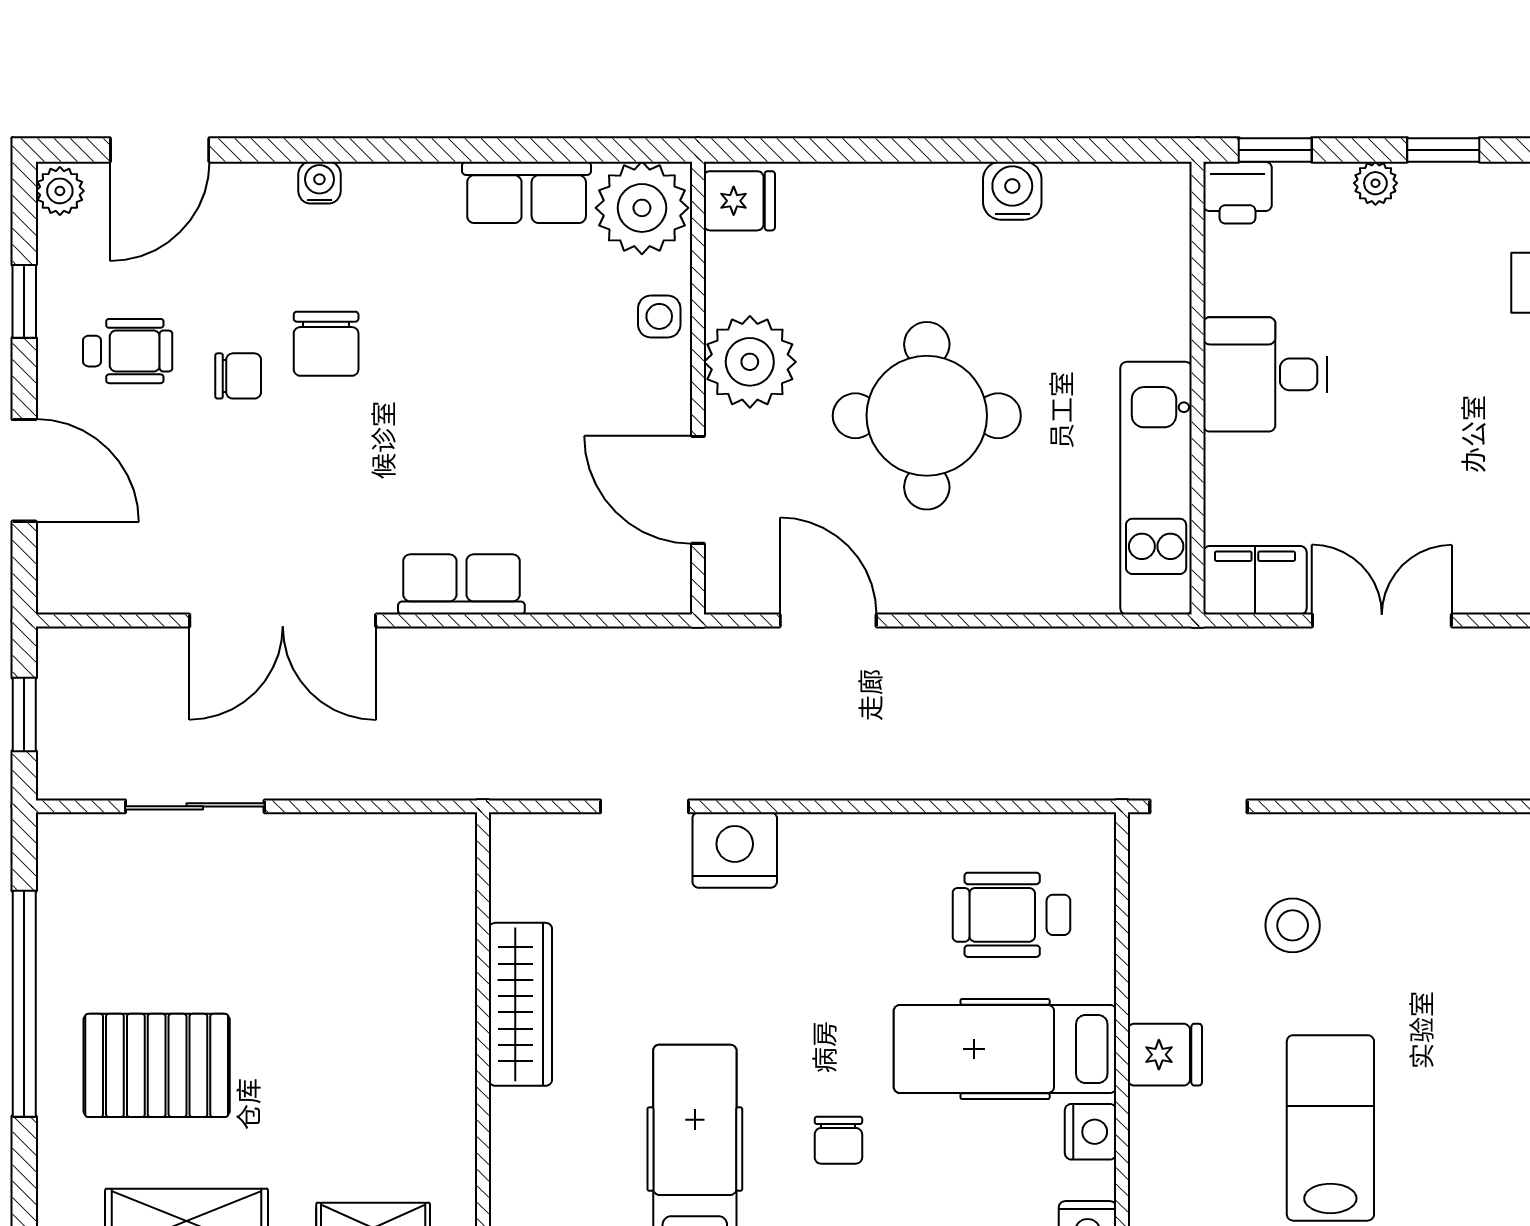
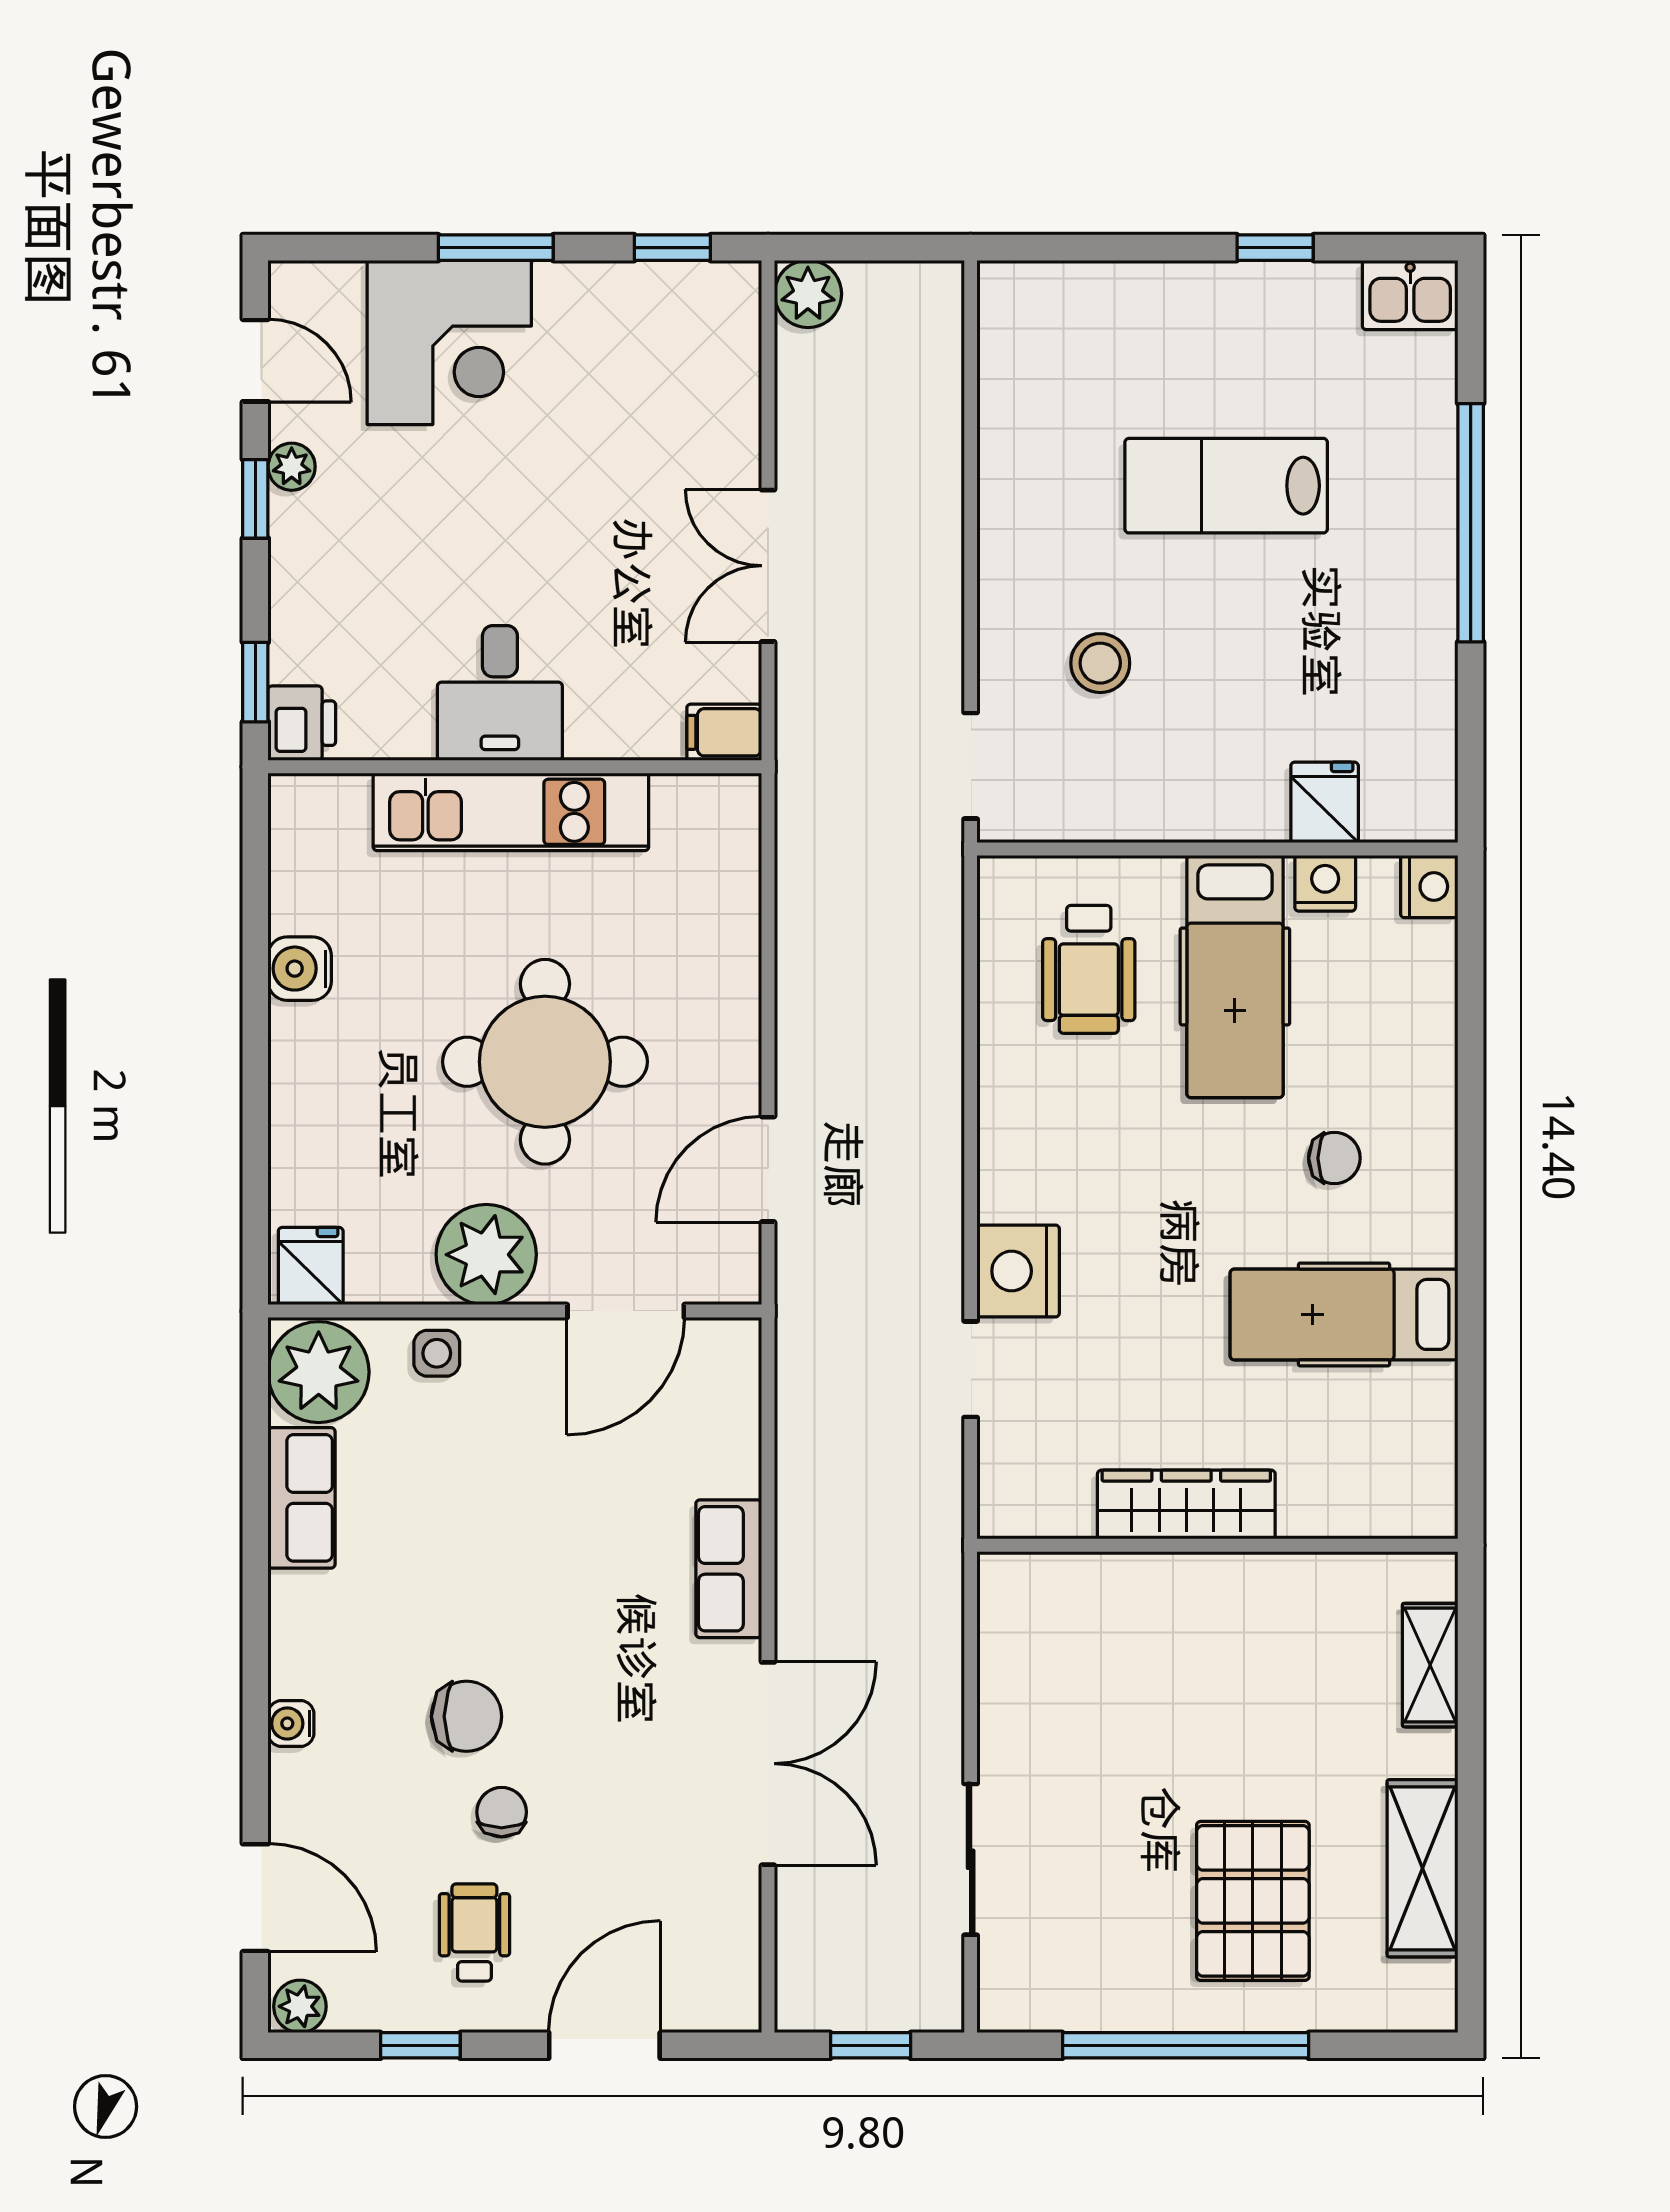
plant: (1375, 183) -> (292, 467), moved
kitchen unit: (1156, 488) -> (511, 812), moved
filing cabinet: (1255, 580) -> (724, 732), width x0.50
fridge: (1165, 1055) -> (1325, 802), moved
lab bench: (1330, 1128) -> (1226, 486), moved

